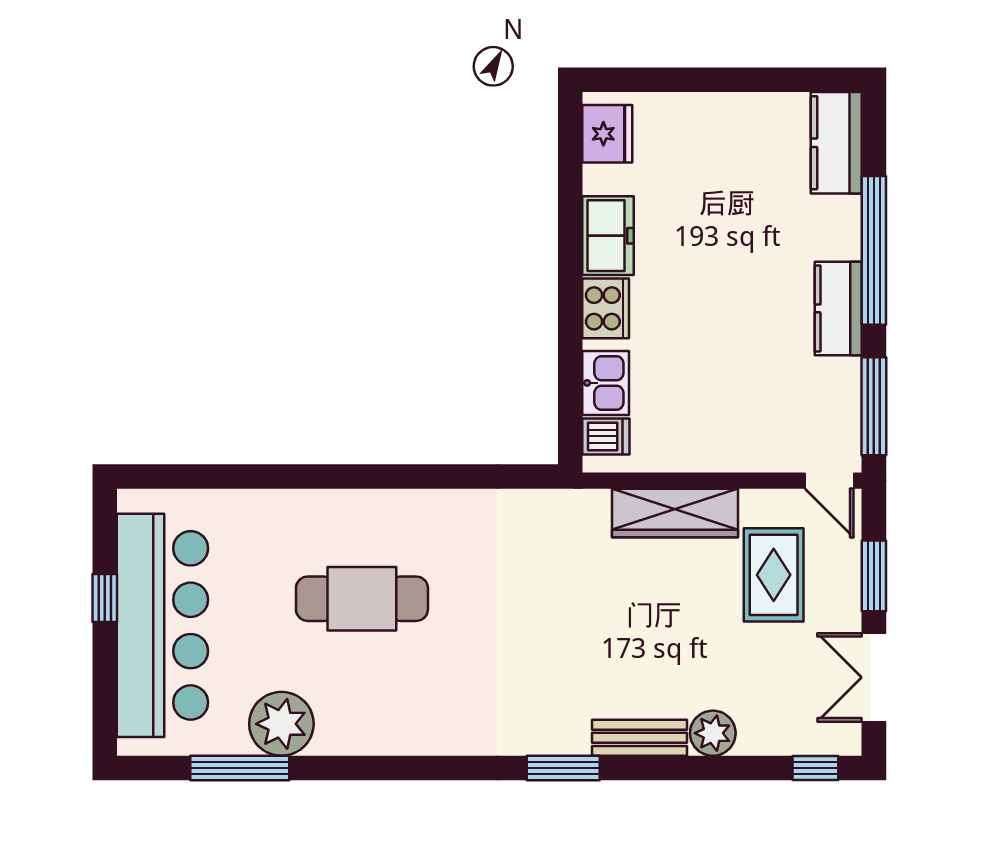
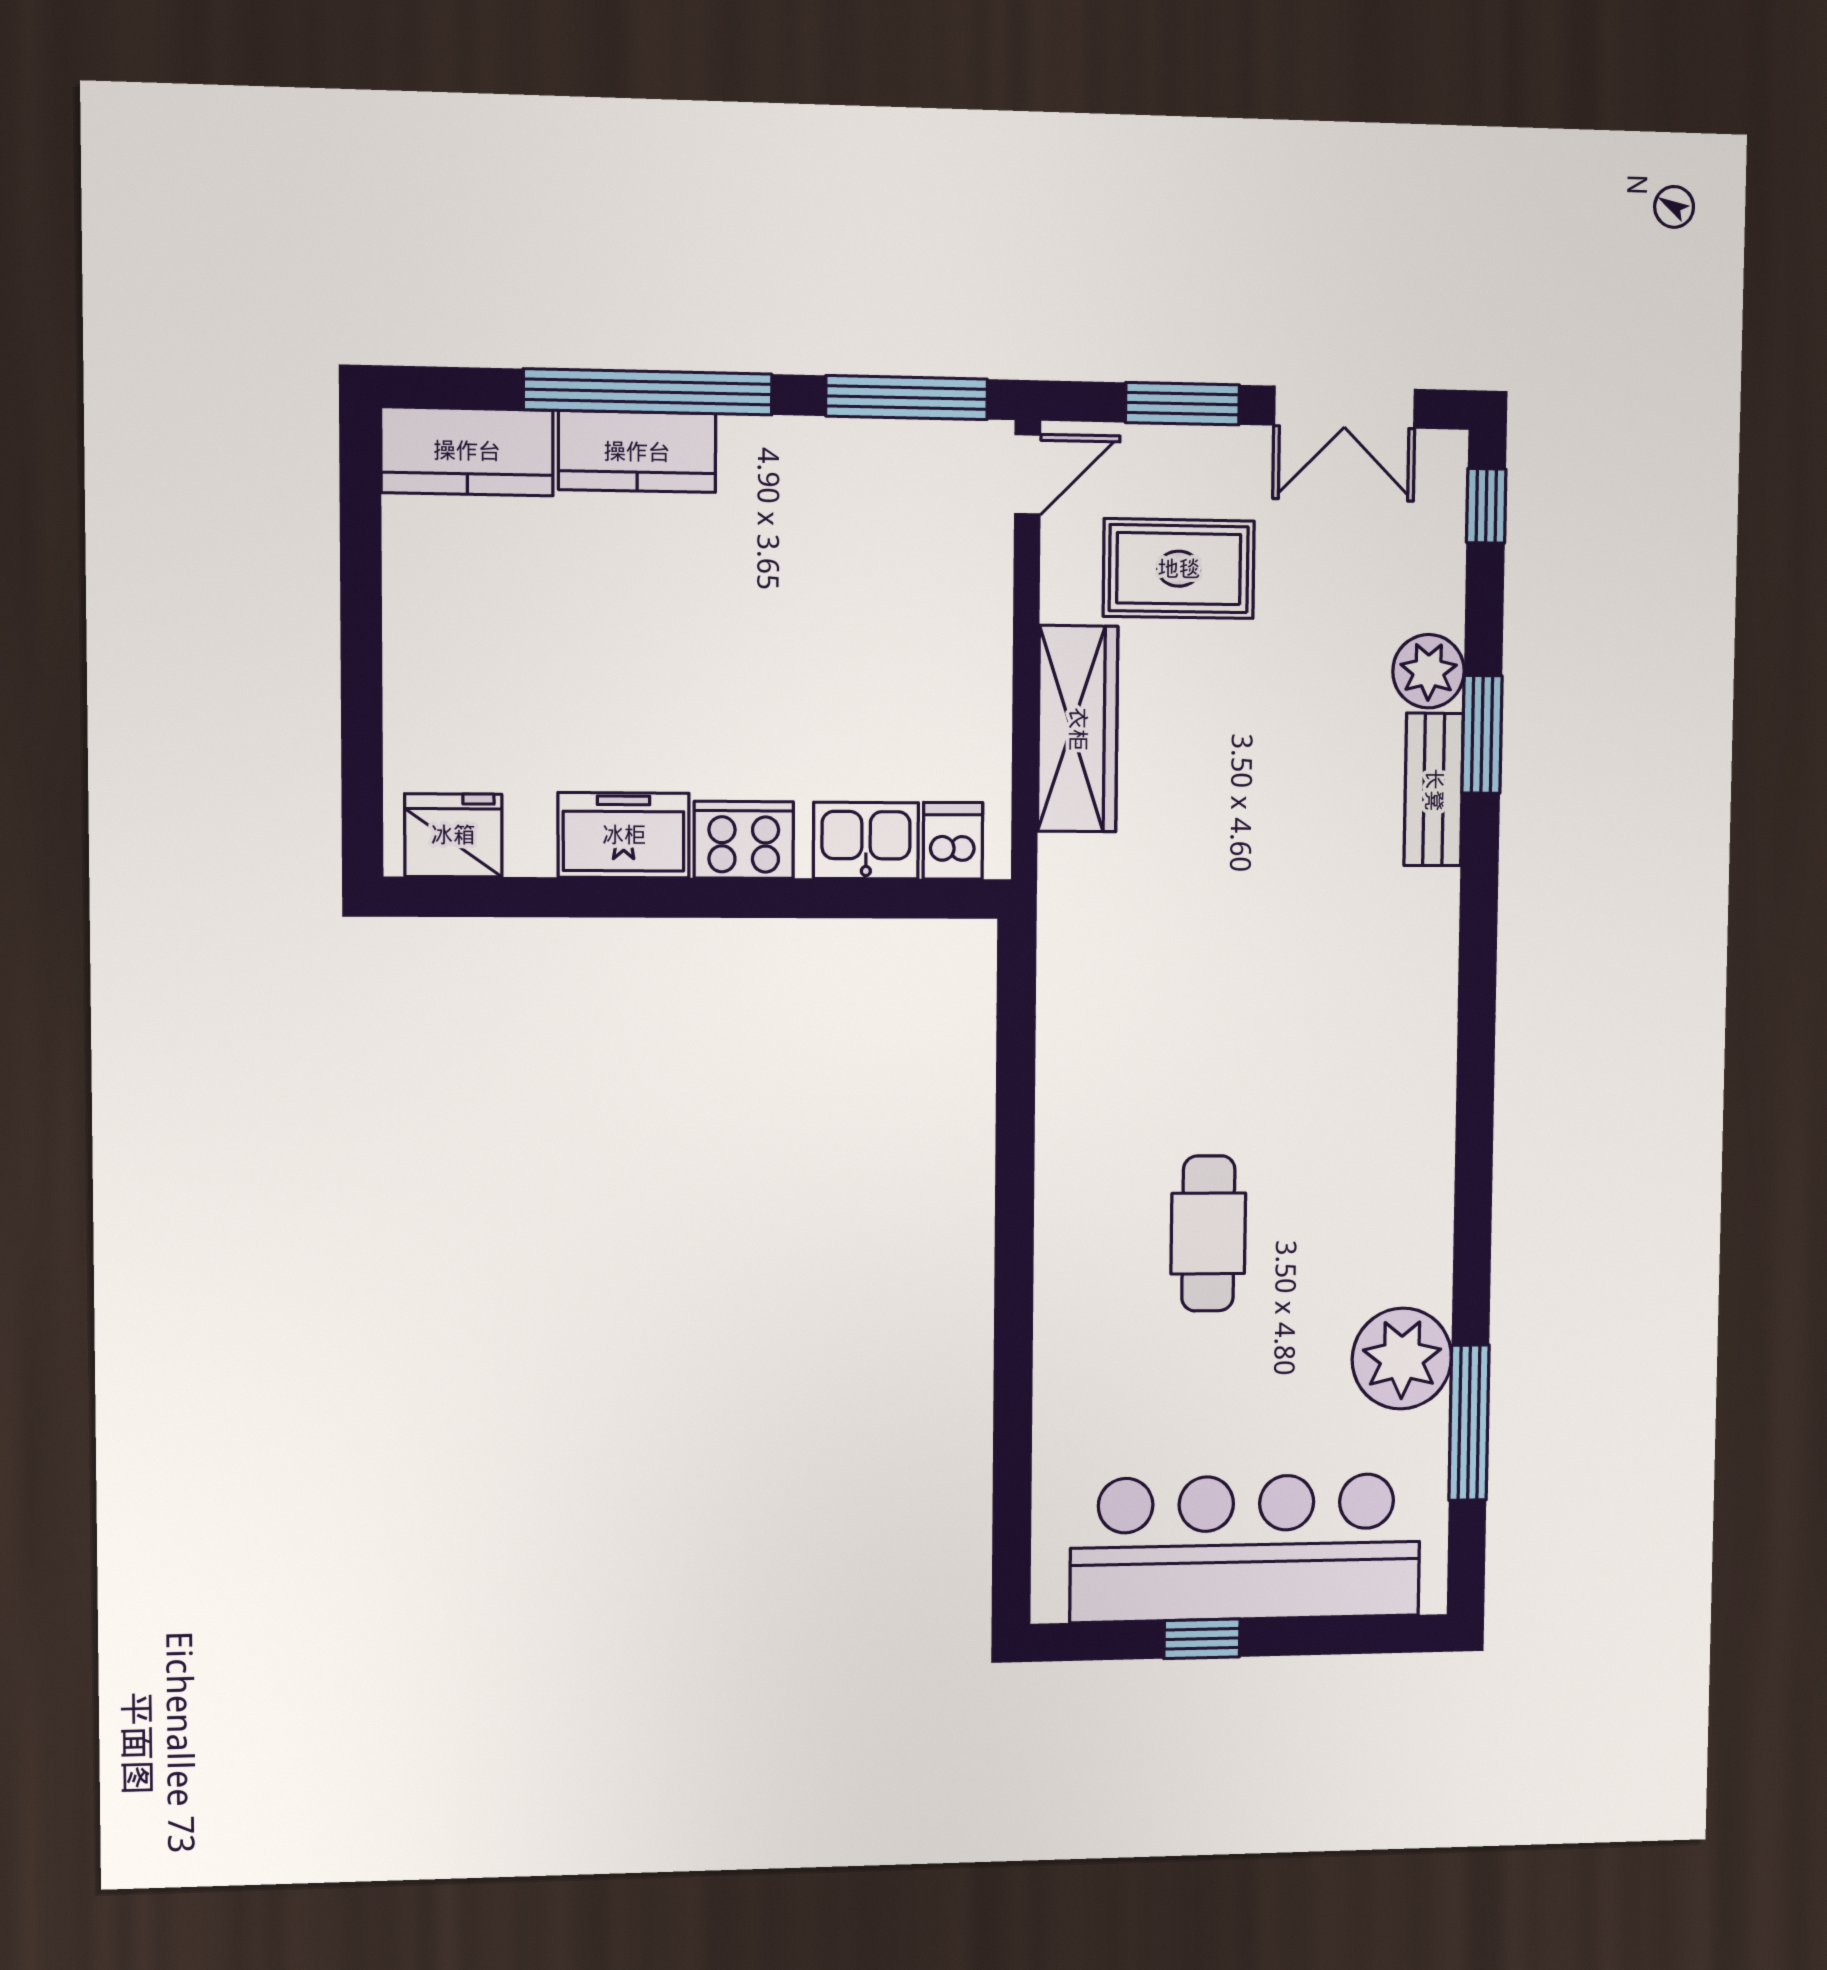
kitchen counter: (838, 308) -> (637, 452), moved
cafe table: (362, 599) -> (1208, 1233), width x0.73, depth x0.74
window: (563, 768) -> (1482, 734), moved

